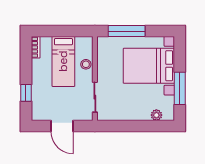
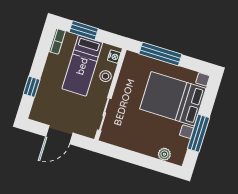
window: (55, 31) -> (84, 30), added
nightstand: (88, 45) -> (114, 57), added
door: (62, 126) -> (59, 135), hinge flipped

